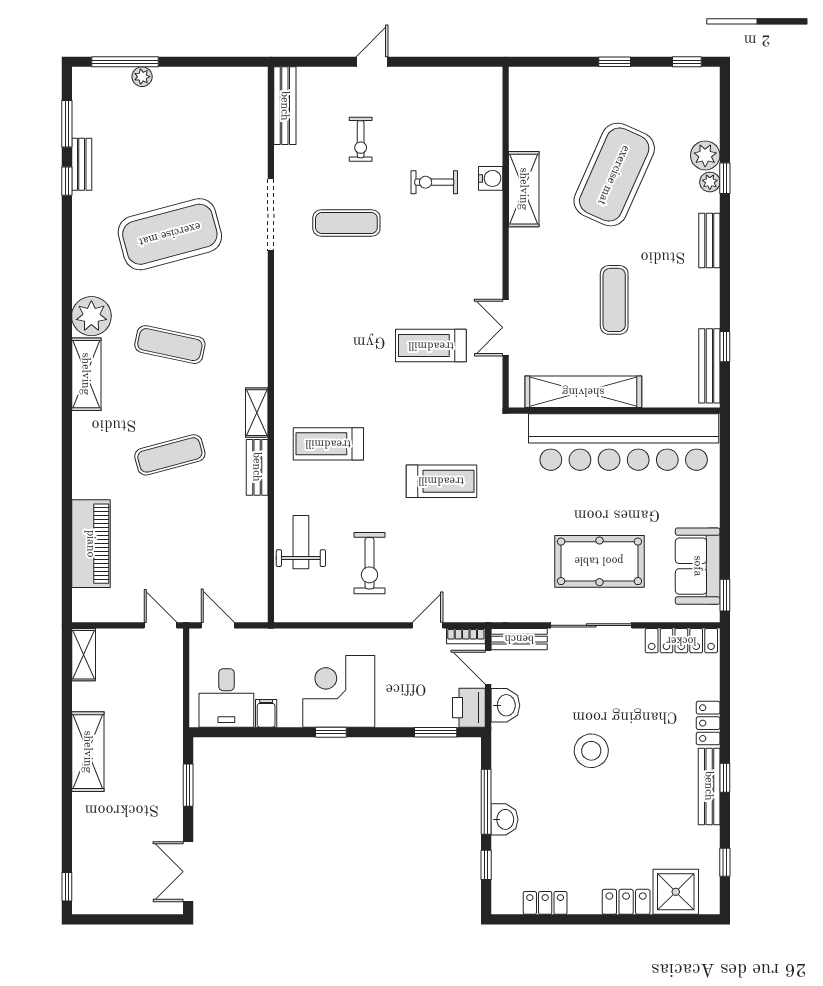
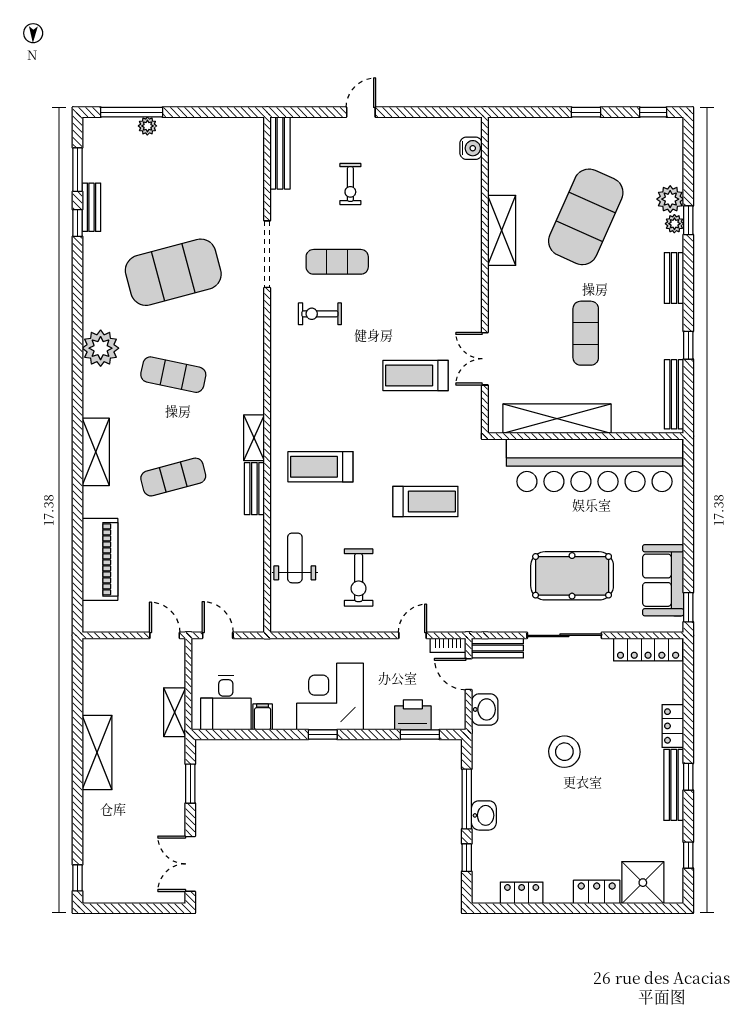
water cooler: (491, 178) -> (471, 148), moved
exercise bike: (434, 182) -> (320, 314), moved
window: (725, 347) -> (688, 345), moved
shelving: (86, 374) -> (96, 452), moved
shelving: (84, 655) -> (175, 712), moved
printer: (469, 708) -> (413, 715), moved, turned 90

